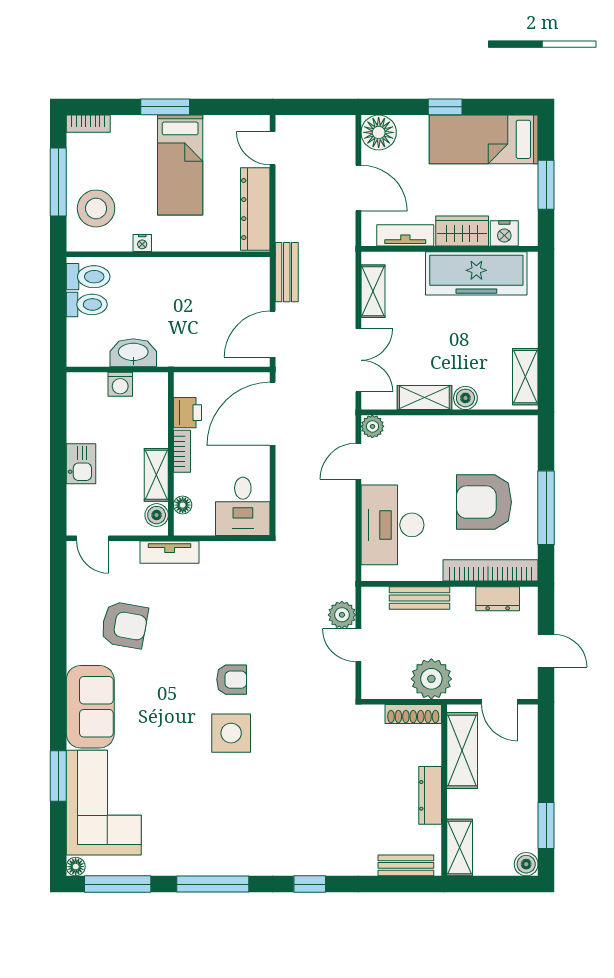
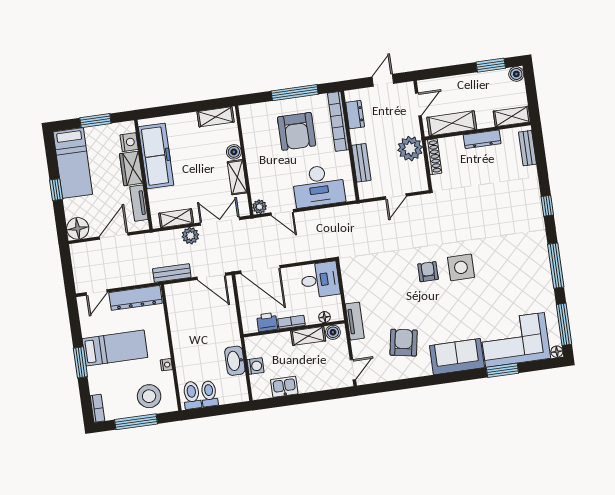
kitchen sink: (81, 464) -> (284, 387), moved
plant: (342, 615) -> (190, 236), moved

